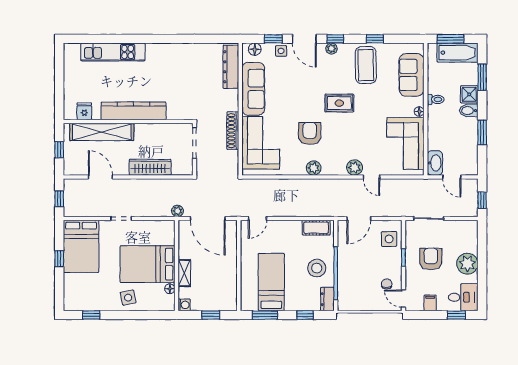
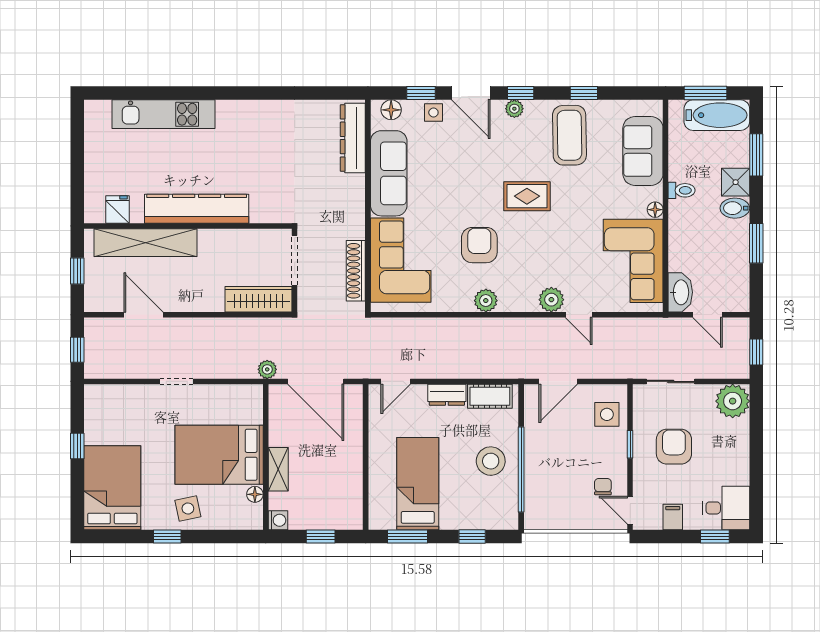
shoe rack: (233, 131) -> (356, 271), moved
wardrobe: (150, 167) -> (258, 299), moved
bed: (81, 246) -> (112, 488), moved, turned 180
plant: (467, 264) -> (733, 401), moved
dresser: (327, 299) -> (447, 395), moved, turned -90
window: (91, 315) -> (167, 537), moved

